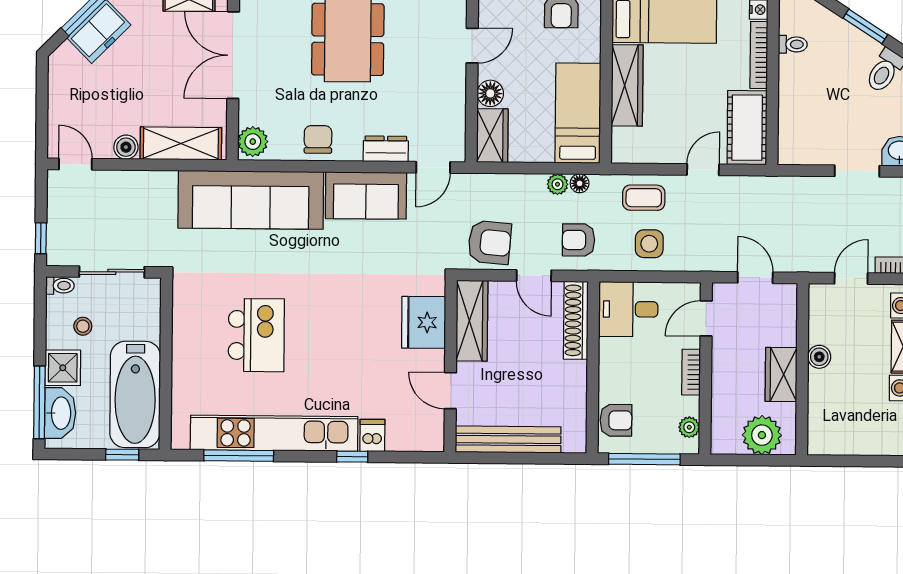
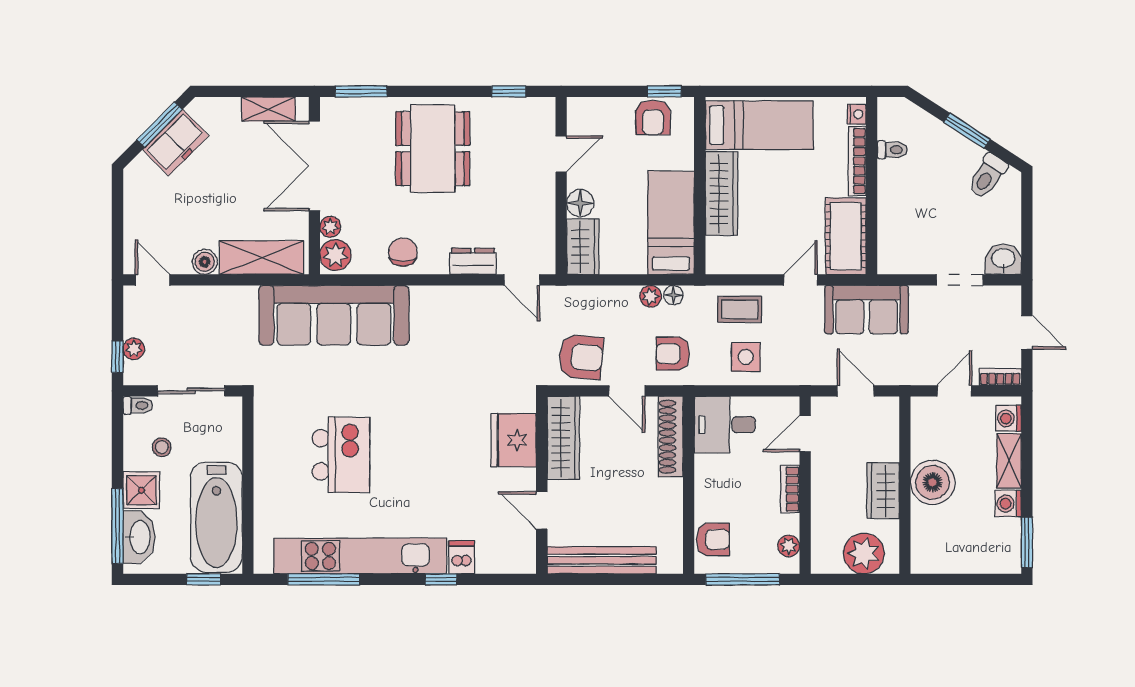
plant: (248, 114) -> (330, 227), added
door: (433, 167) -> (522, 280), hinge flipped
sofa: (366, 195) -> (867, 310), moved
plant: (57, 231) -> (134, 349), added
boiler: (819, 357) -> (933, 482), width x1.86, depth x1.86

